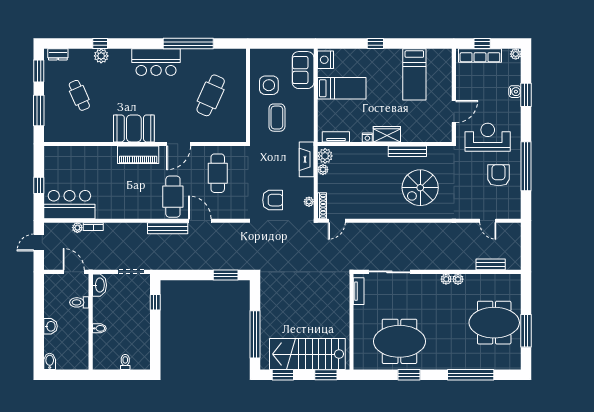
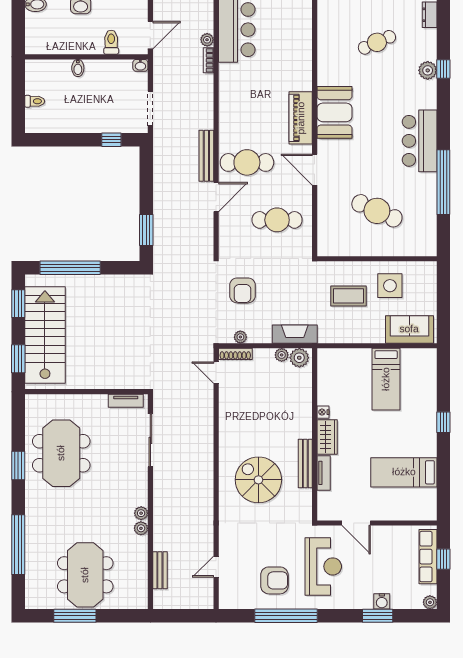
nightstand: (326, 60) -> (423, 358), removed
tv unit: (336, 137) -> (324, 473), moved
washbasin: (99, 285) -> (140, 65), width x0.52, depth x0.69

